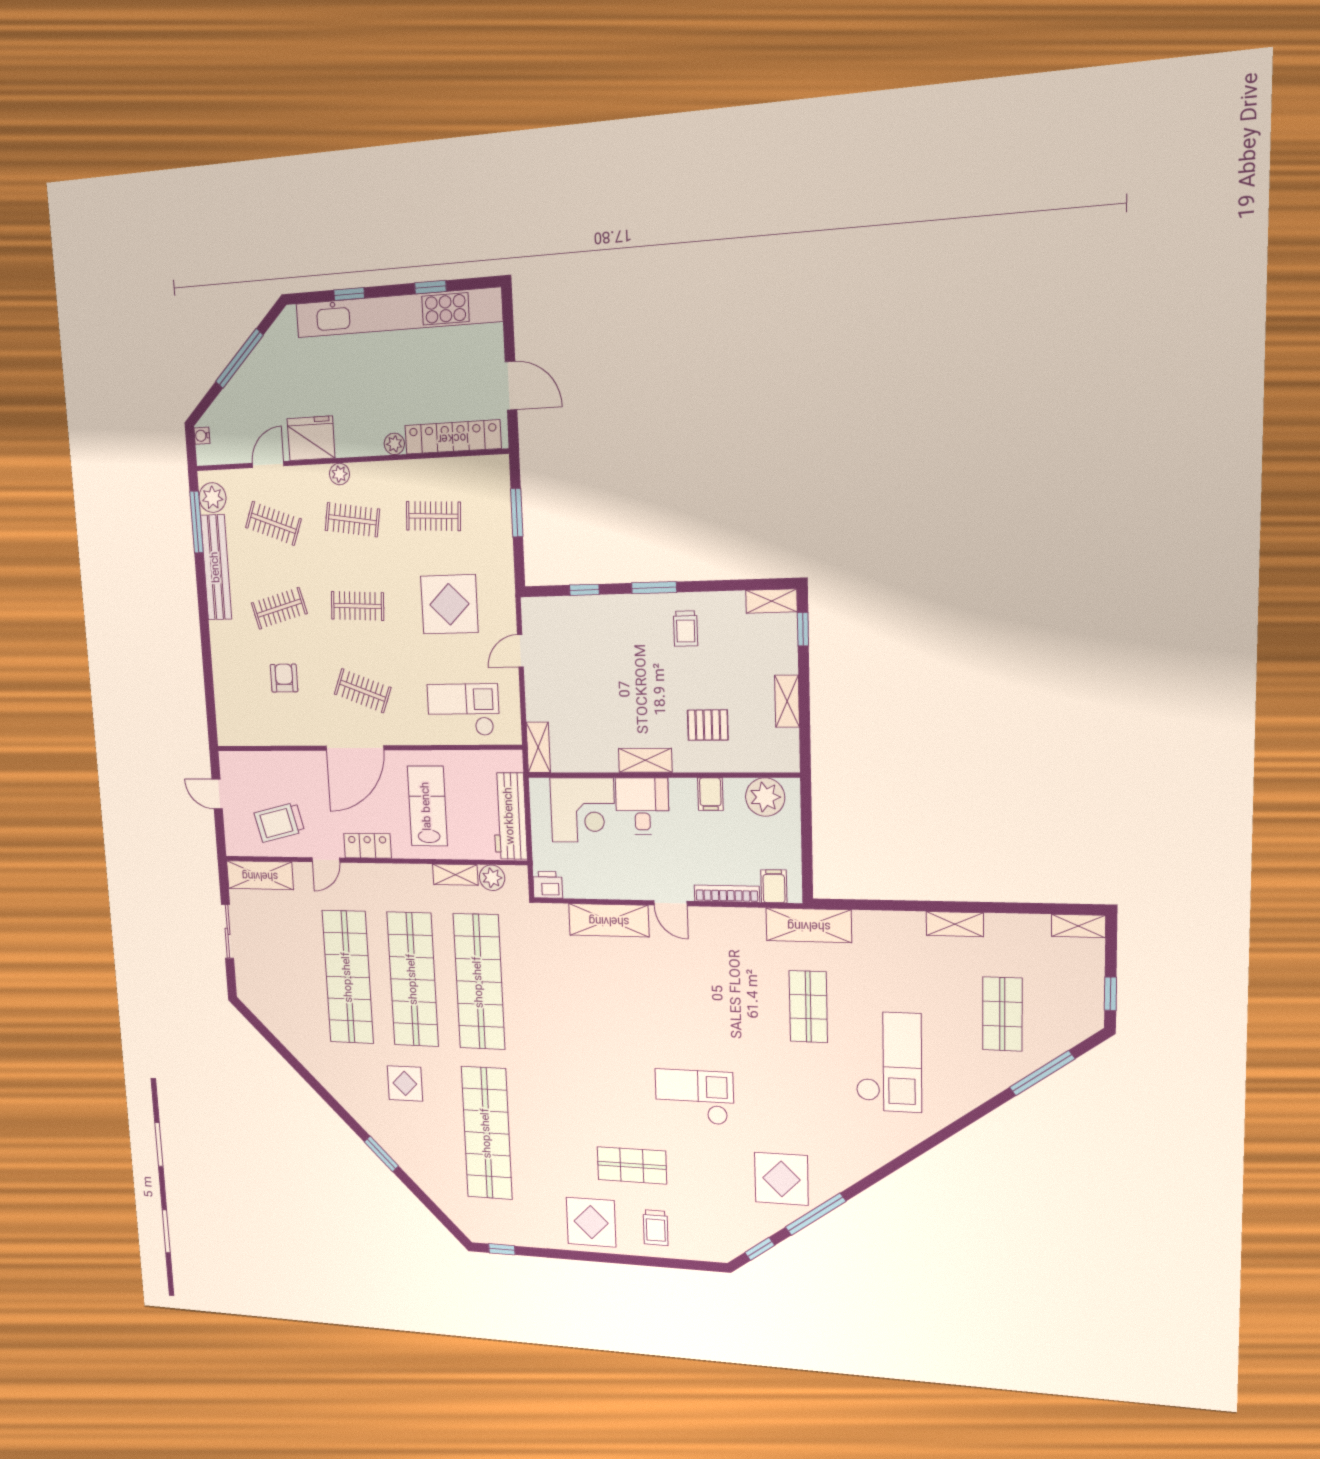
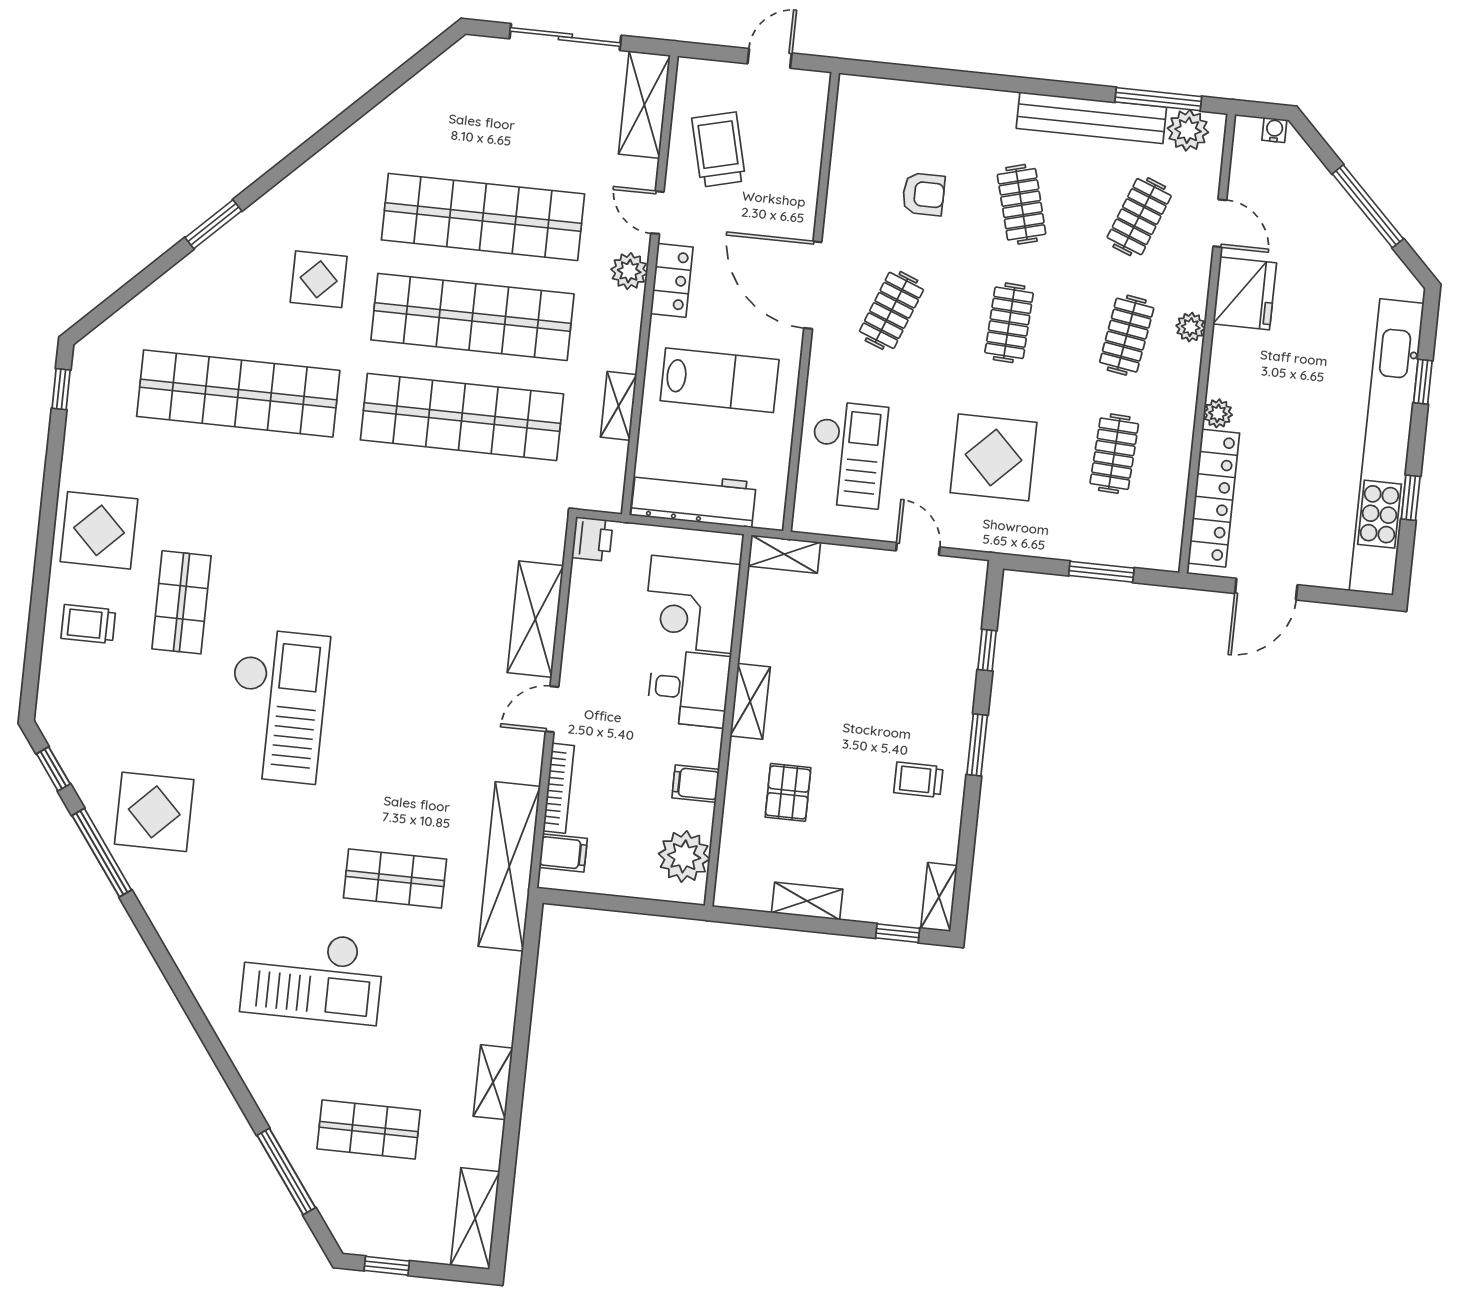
plant: (492, 878) -> (629, 271), moved
shelving: (809, 925) -> (509, 866), width x1.47
shelving: (1078, 926) -> (475, 1218), width x1.50, depth x1.33
sliding door: (228, 931) -> (565, 37), width x1.37
checkout: (694, 1097) -> (277, 706), width x1.36, depth x1.21

